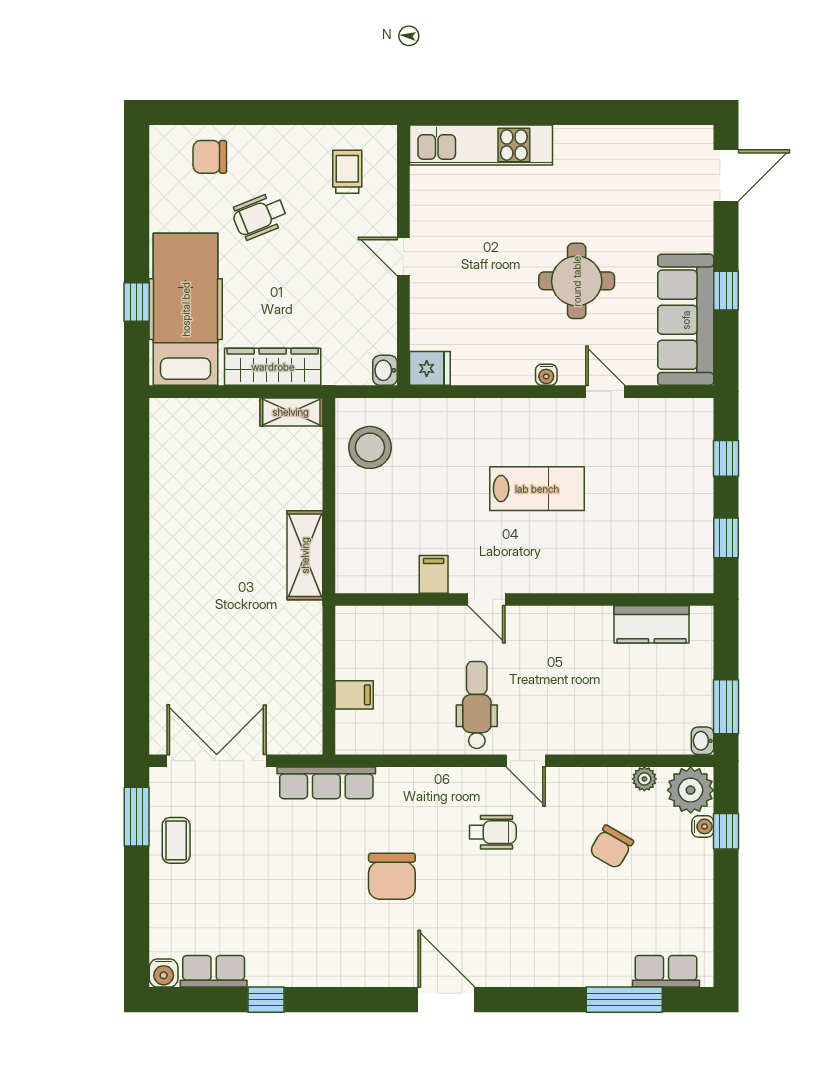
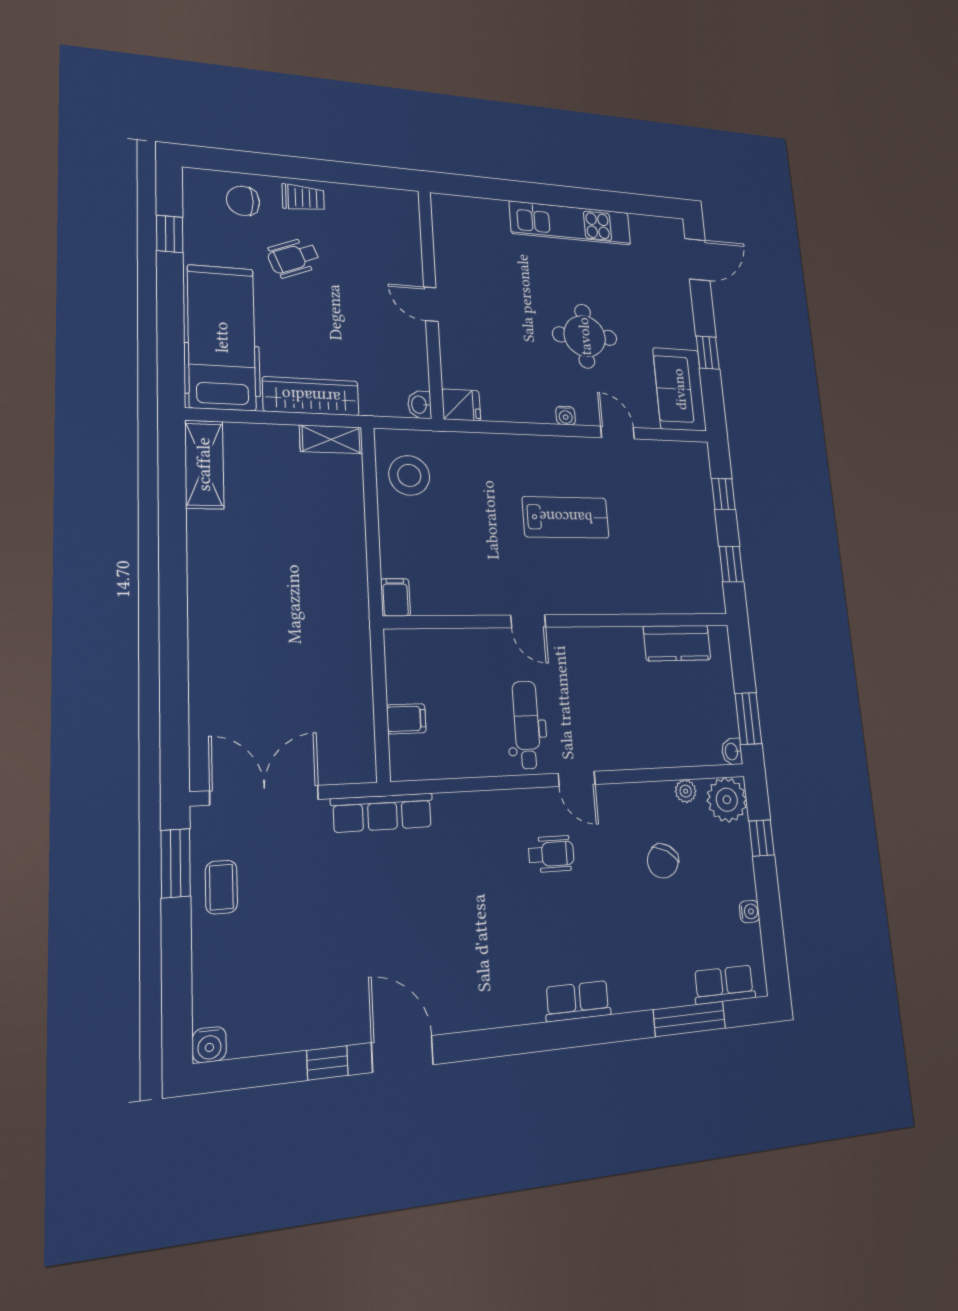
kitchen unit: (481, 145) -> (570, 223), moved
trolley: (347, 172) -> (303, 198), moved, turned 90
window: (137, 302) -> (170, 234), moved
sofa: (686, 320) -> (680, 389), width x0.73
shelving: (305, 555) -> (204, 464), moved
filing cabinet: (434, 574) -> (396, 597), moved
water cooler: (703, 826) -> (749, 912), moved
chair: (392, 876) -> (455, 909), removed
row of seats: (214, 971) -> (578, 1001), moved
door: (446, 1000) -> (402, 1054), moved

